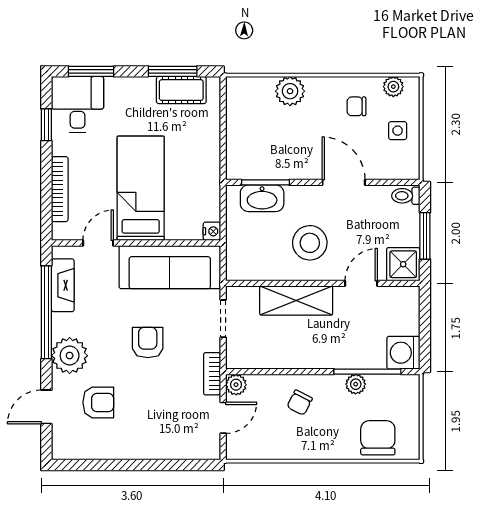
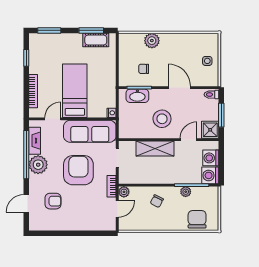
plant: (393, 87) -> (205, 38), removed
desk: (78, 105) -> (42, 48), removed
chair: (357, 106) -> (144, 69), moved
washing machine: (404, 319) -> (211, 158), added
armchair: (148, 343) -> (78, 170), width x1.88, depth x1.88
plant: (70, 356) -> (38, 165), moved

